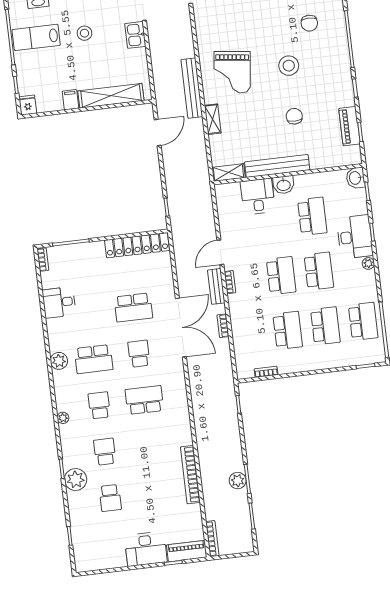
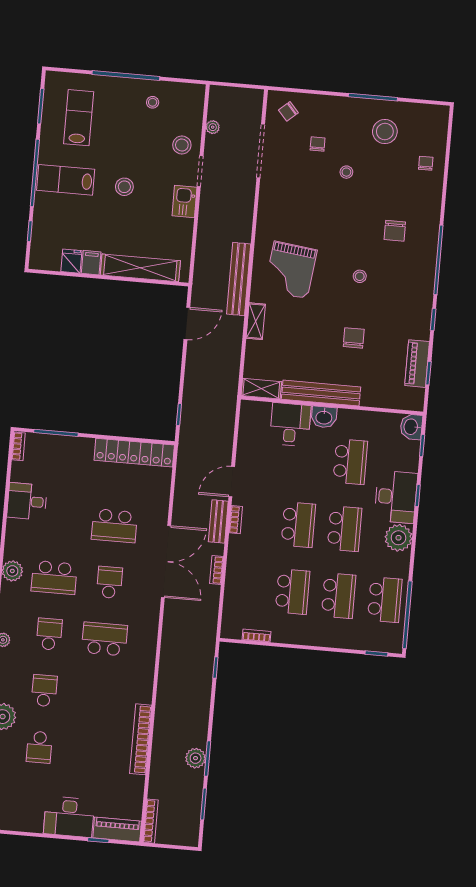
stool: (289, 66) -> (360, 276), width x0.53, depth x0.53
fridge: (28, 105) -> (71, 261), moved
plant: (368, 263) -> (398, 538), width x1.88, depth x1.88

